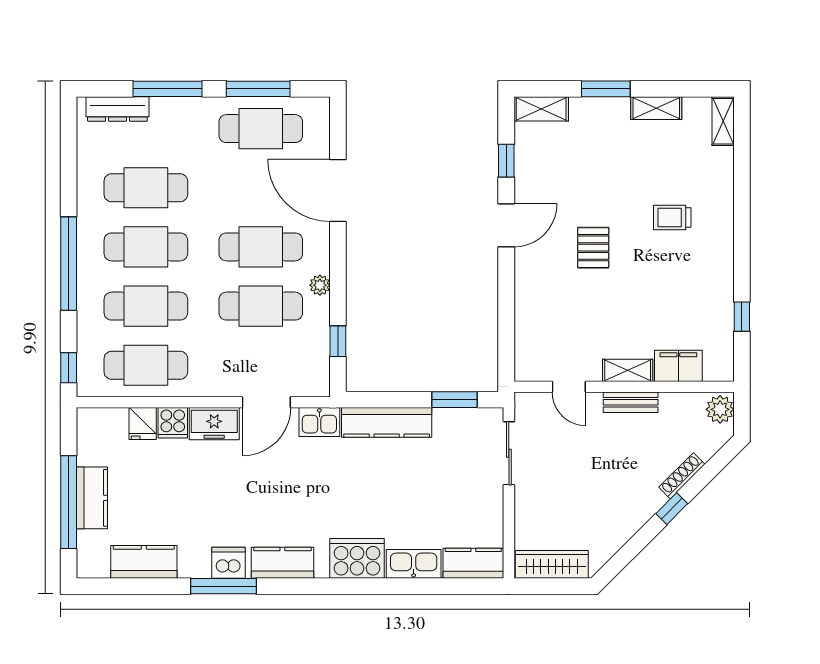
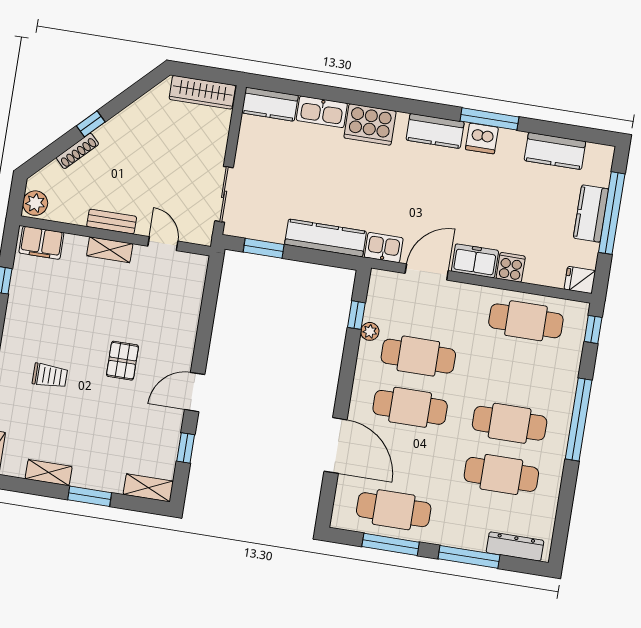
plant: (320, 285) -> (370, 331), moved
cafe table: (146, 306) -> (518, 372), removed
filing cabinet: (678, 366) -> (41, 243), moved
fridge: (143, 424) -> (580, 280), moved, turned -90

